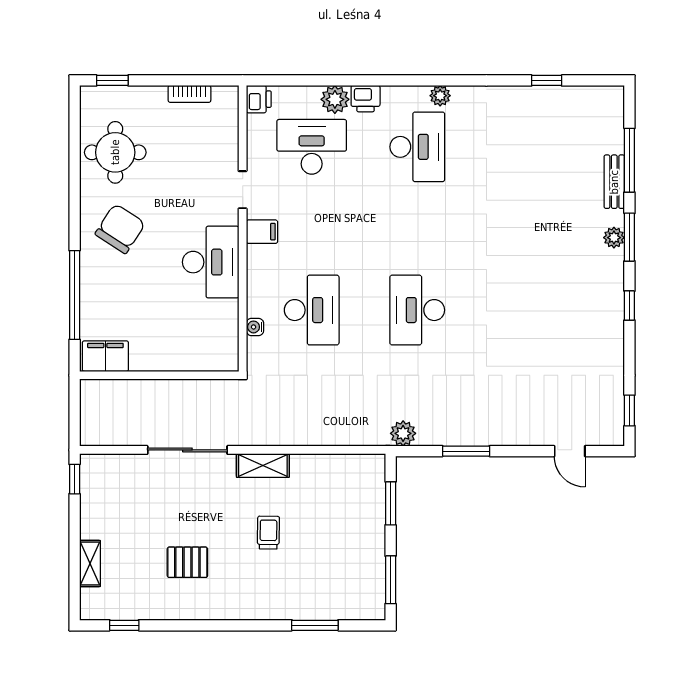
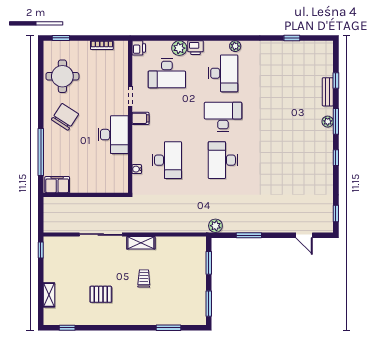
desk: (312, 147) -> (167, 73), turned 180
window: (629, 160) -> (336, 80), width x0.46
desk: (417, 228) -> (223, 117), added

